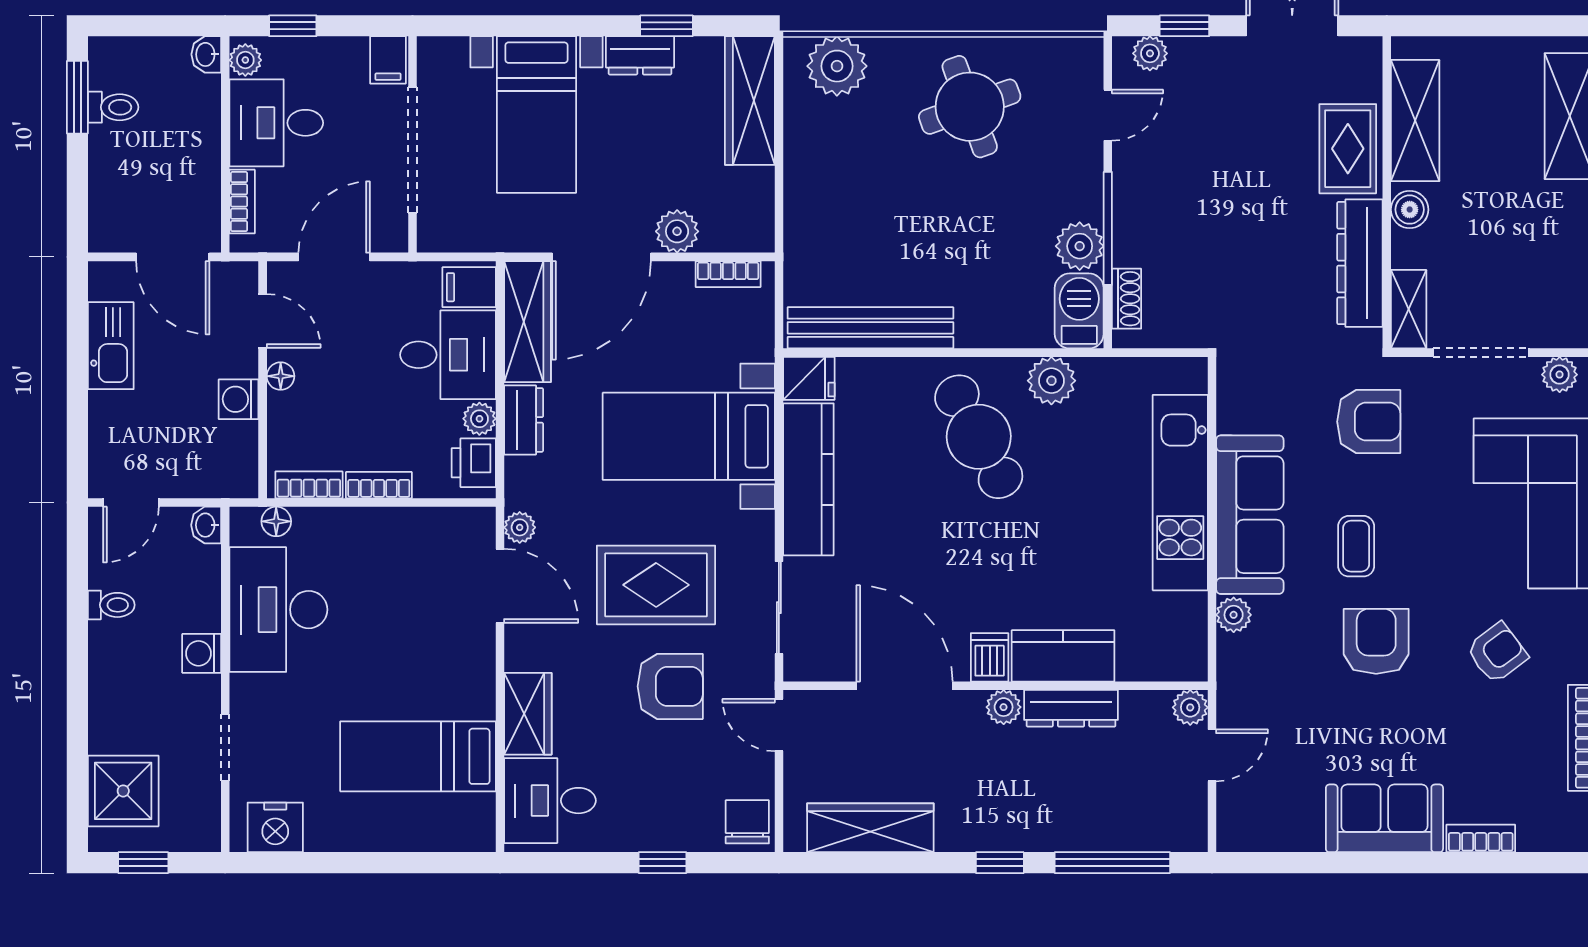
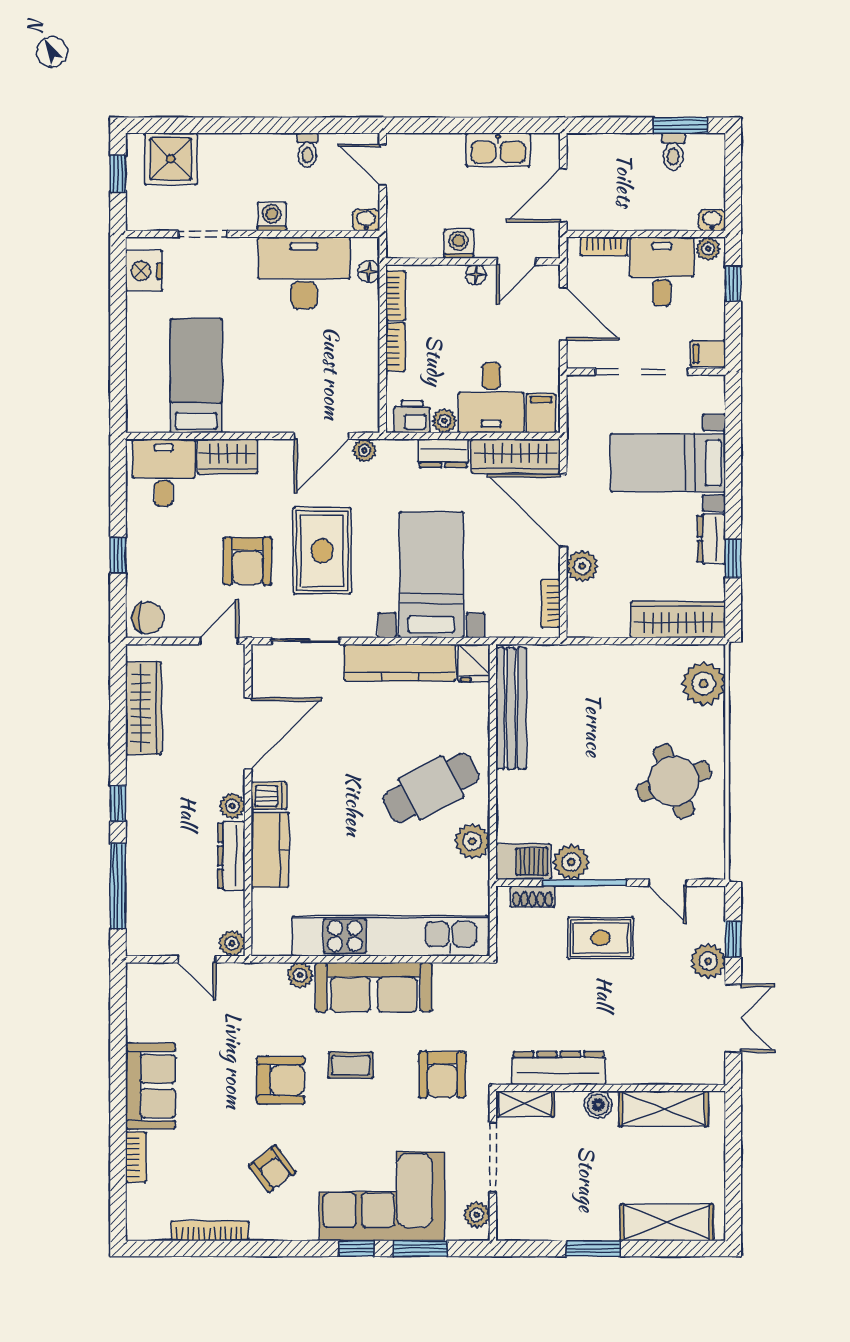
plant: (1150, 53) -> (708, 961), moved, width x1.38, depth x1.38
rug: (1348, 149) -> (601, 938), moved
kitchen unit: (1180, 493) -> (390, 936), width x1.36

